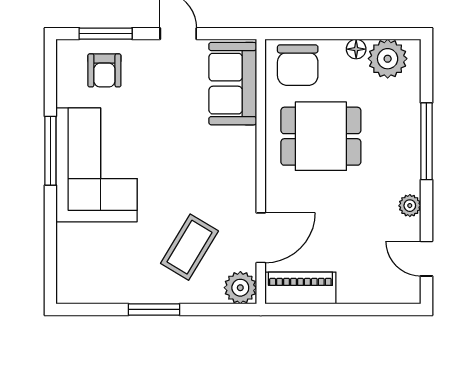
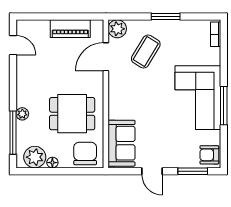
armchair: (104, 70) -> (209, 155), moved, turned -90
window: (426, 141) -> (13, 133), moved
plant: (410, 206) -> (22, 114), moved
bookcase: (65, 278) -> (216, 34), added
piano: (300, 288) -> (70, 29), moved

